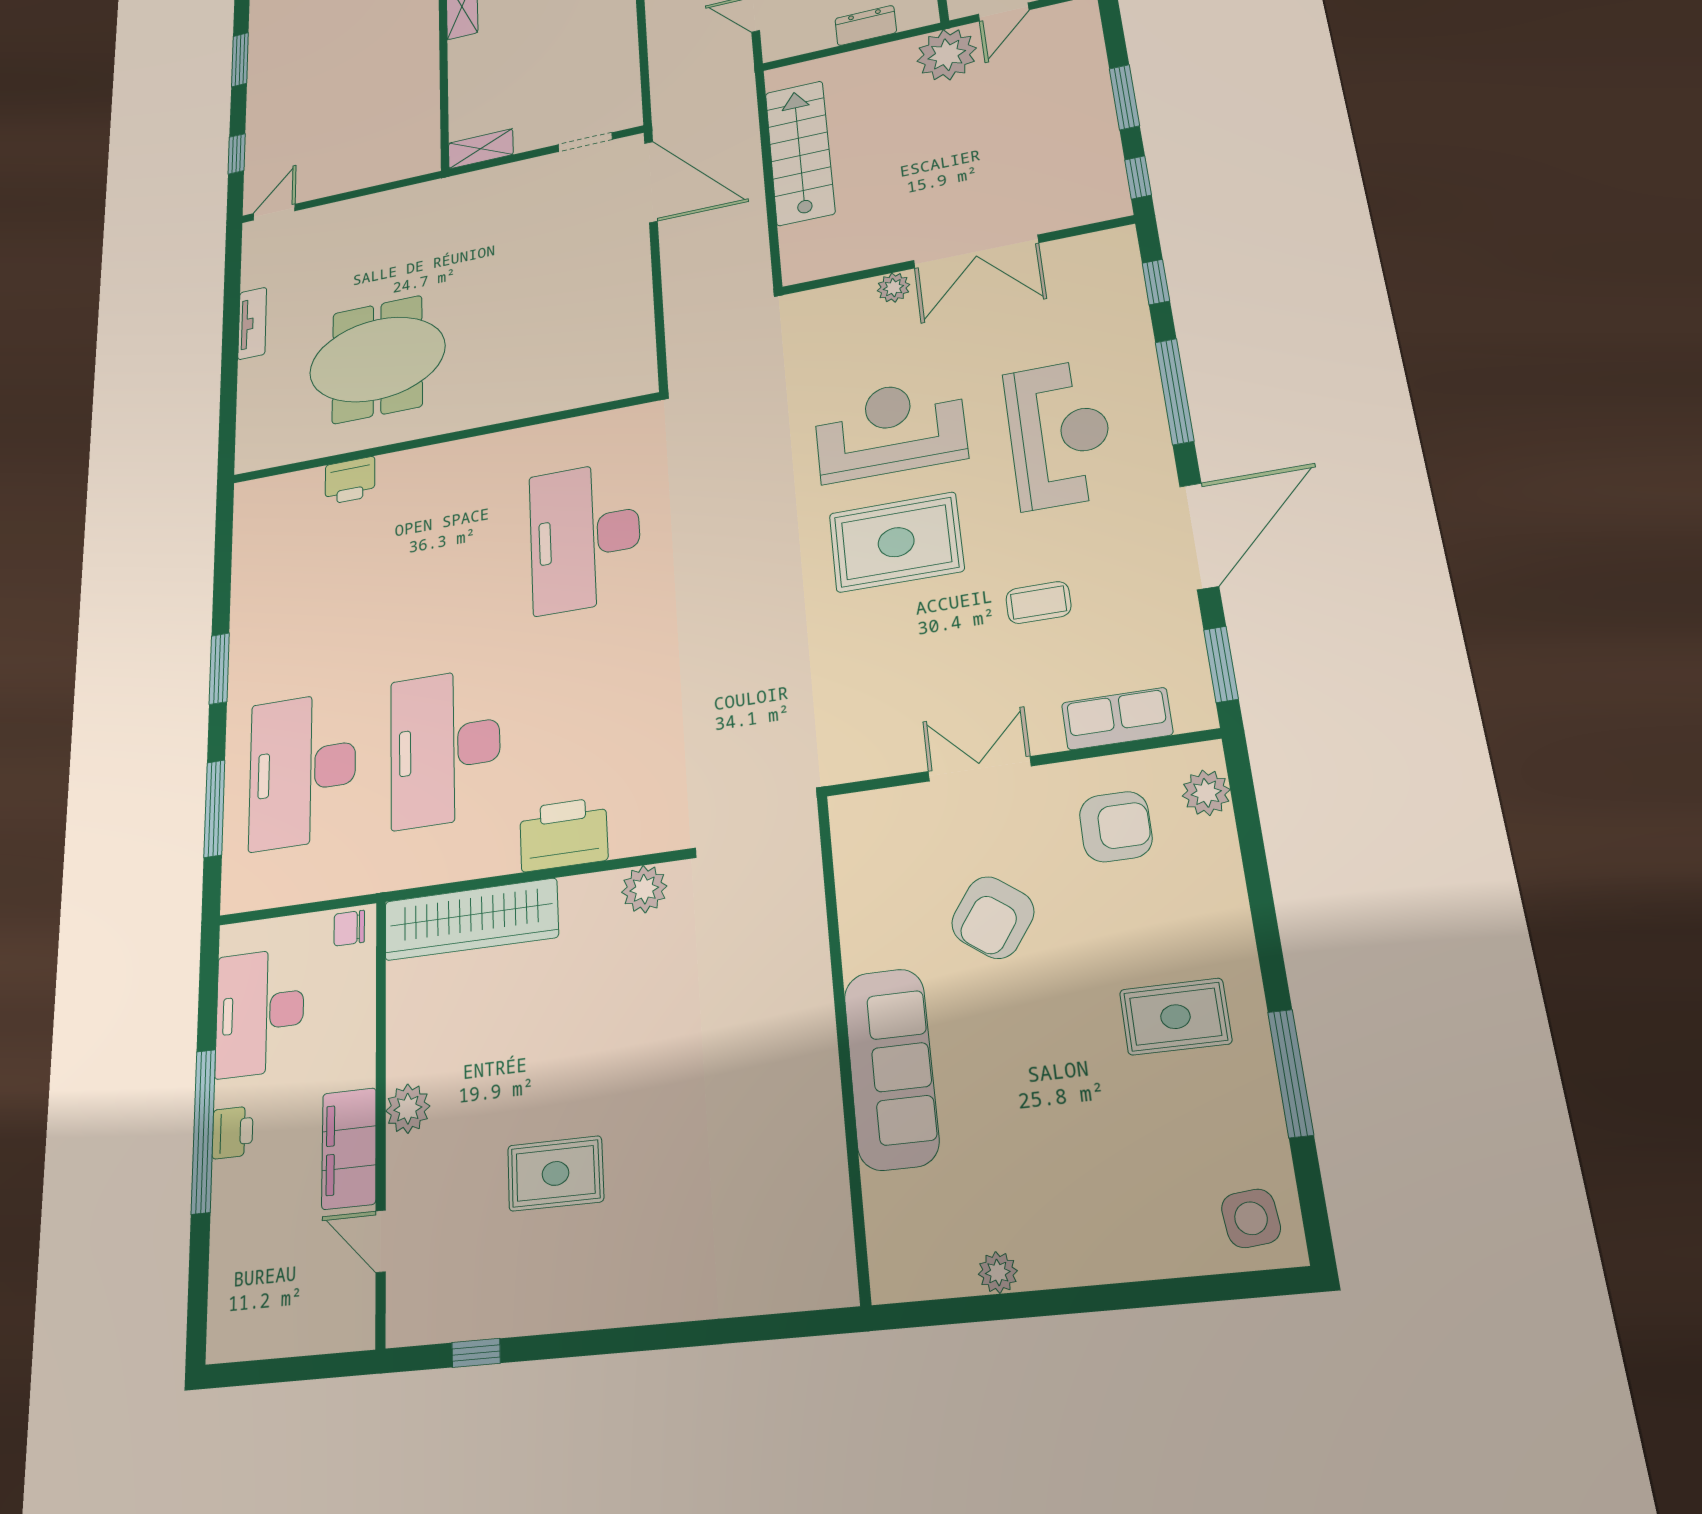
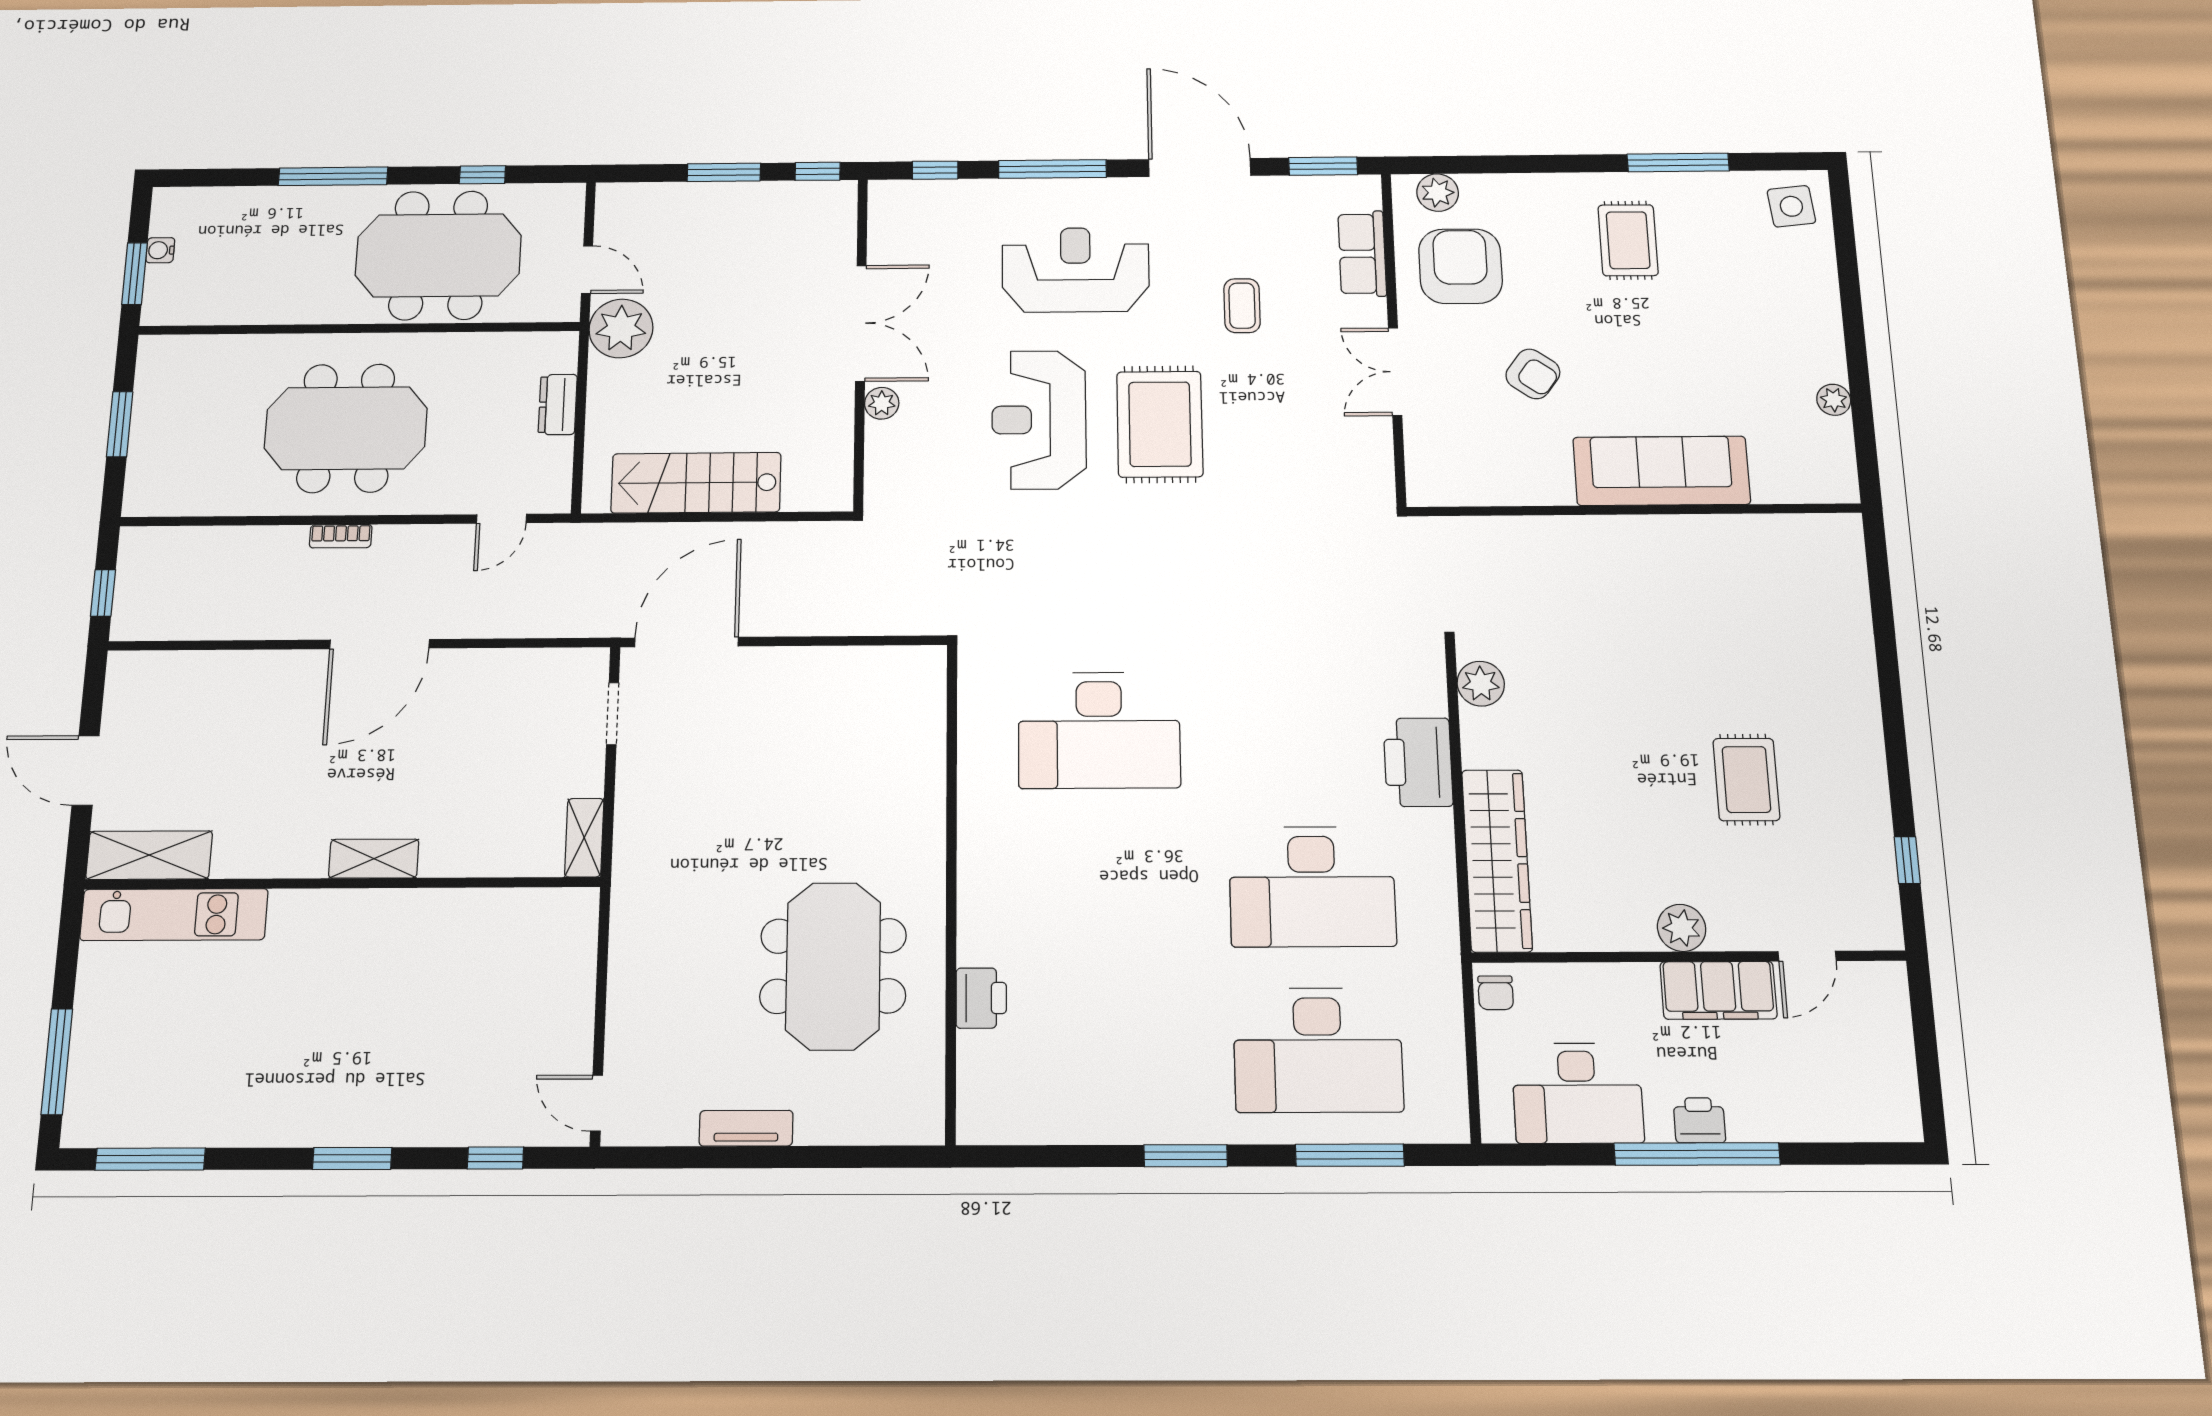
armchair: (1116, 827) -> (1460, 266), width x1.36, depth x1.36
armchair: (993, 917) -> (1533, 374), width x0.72, depth x0.72

